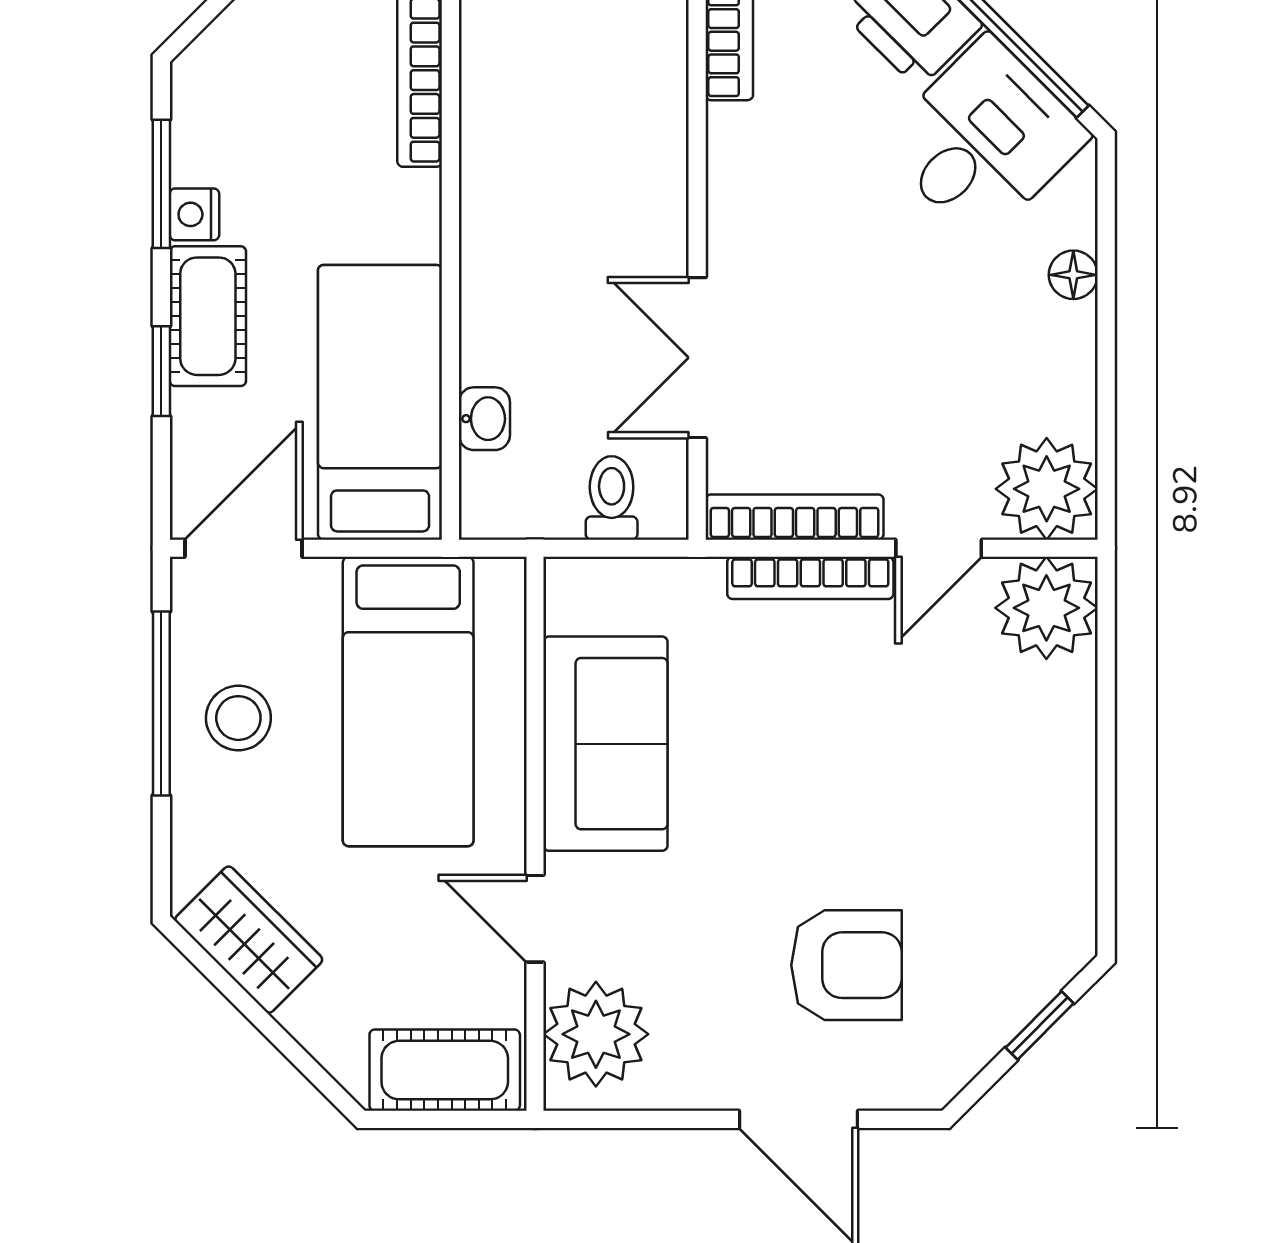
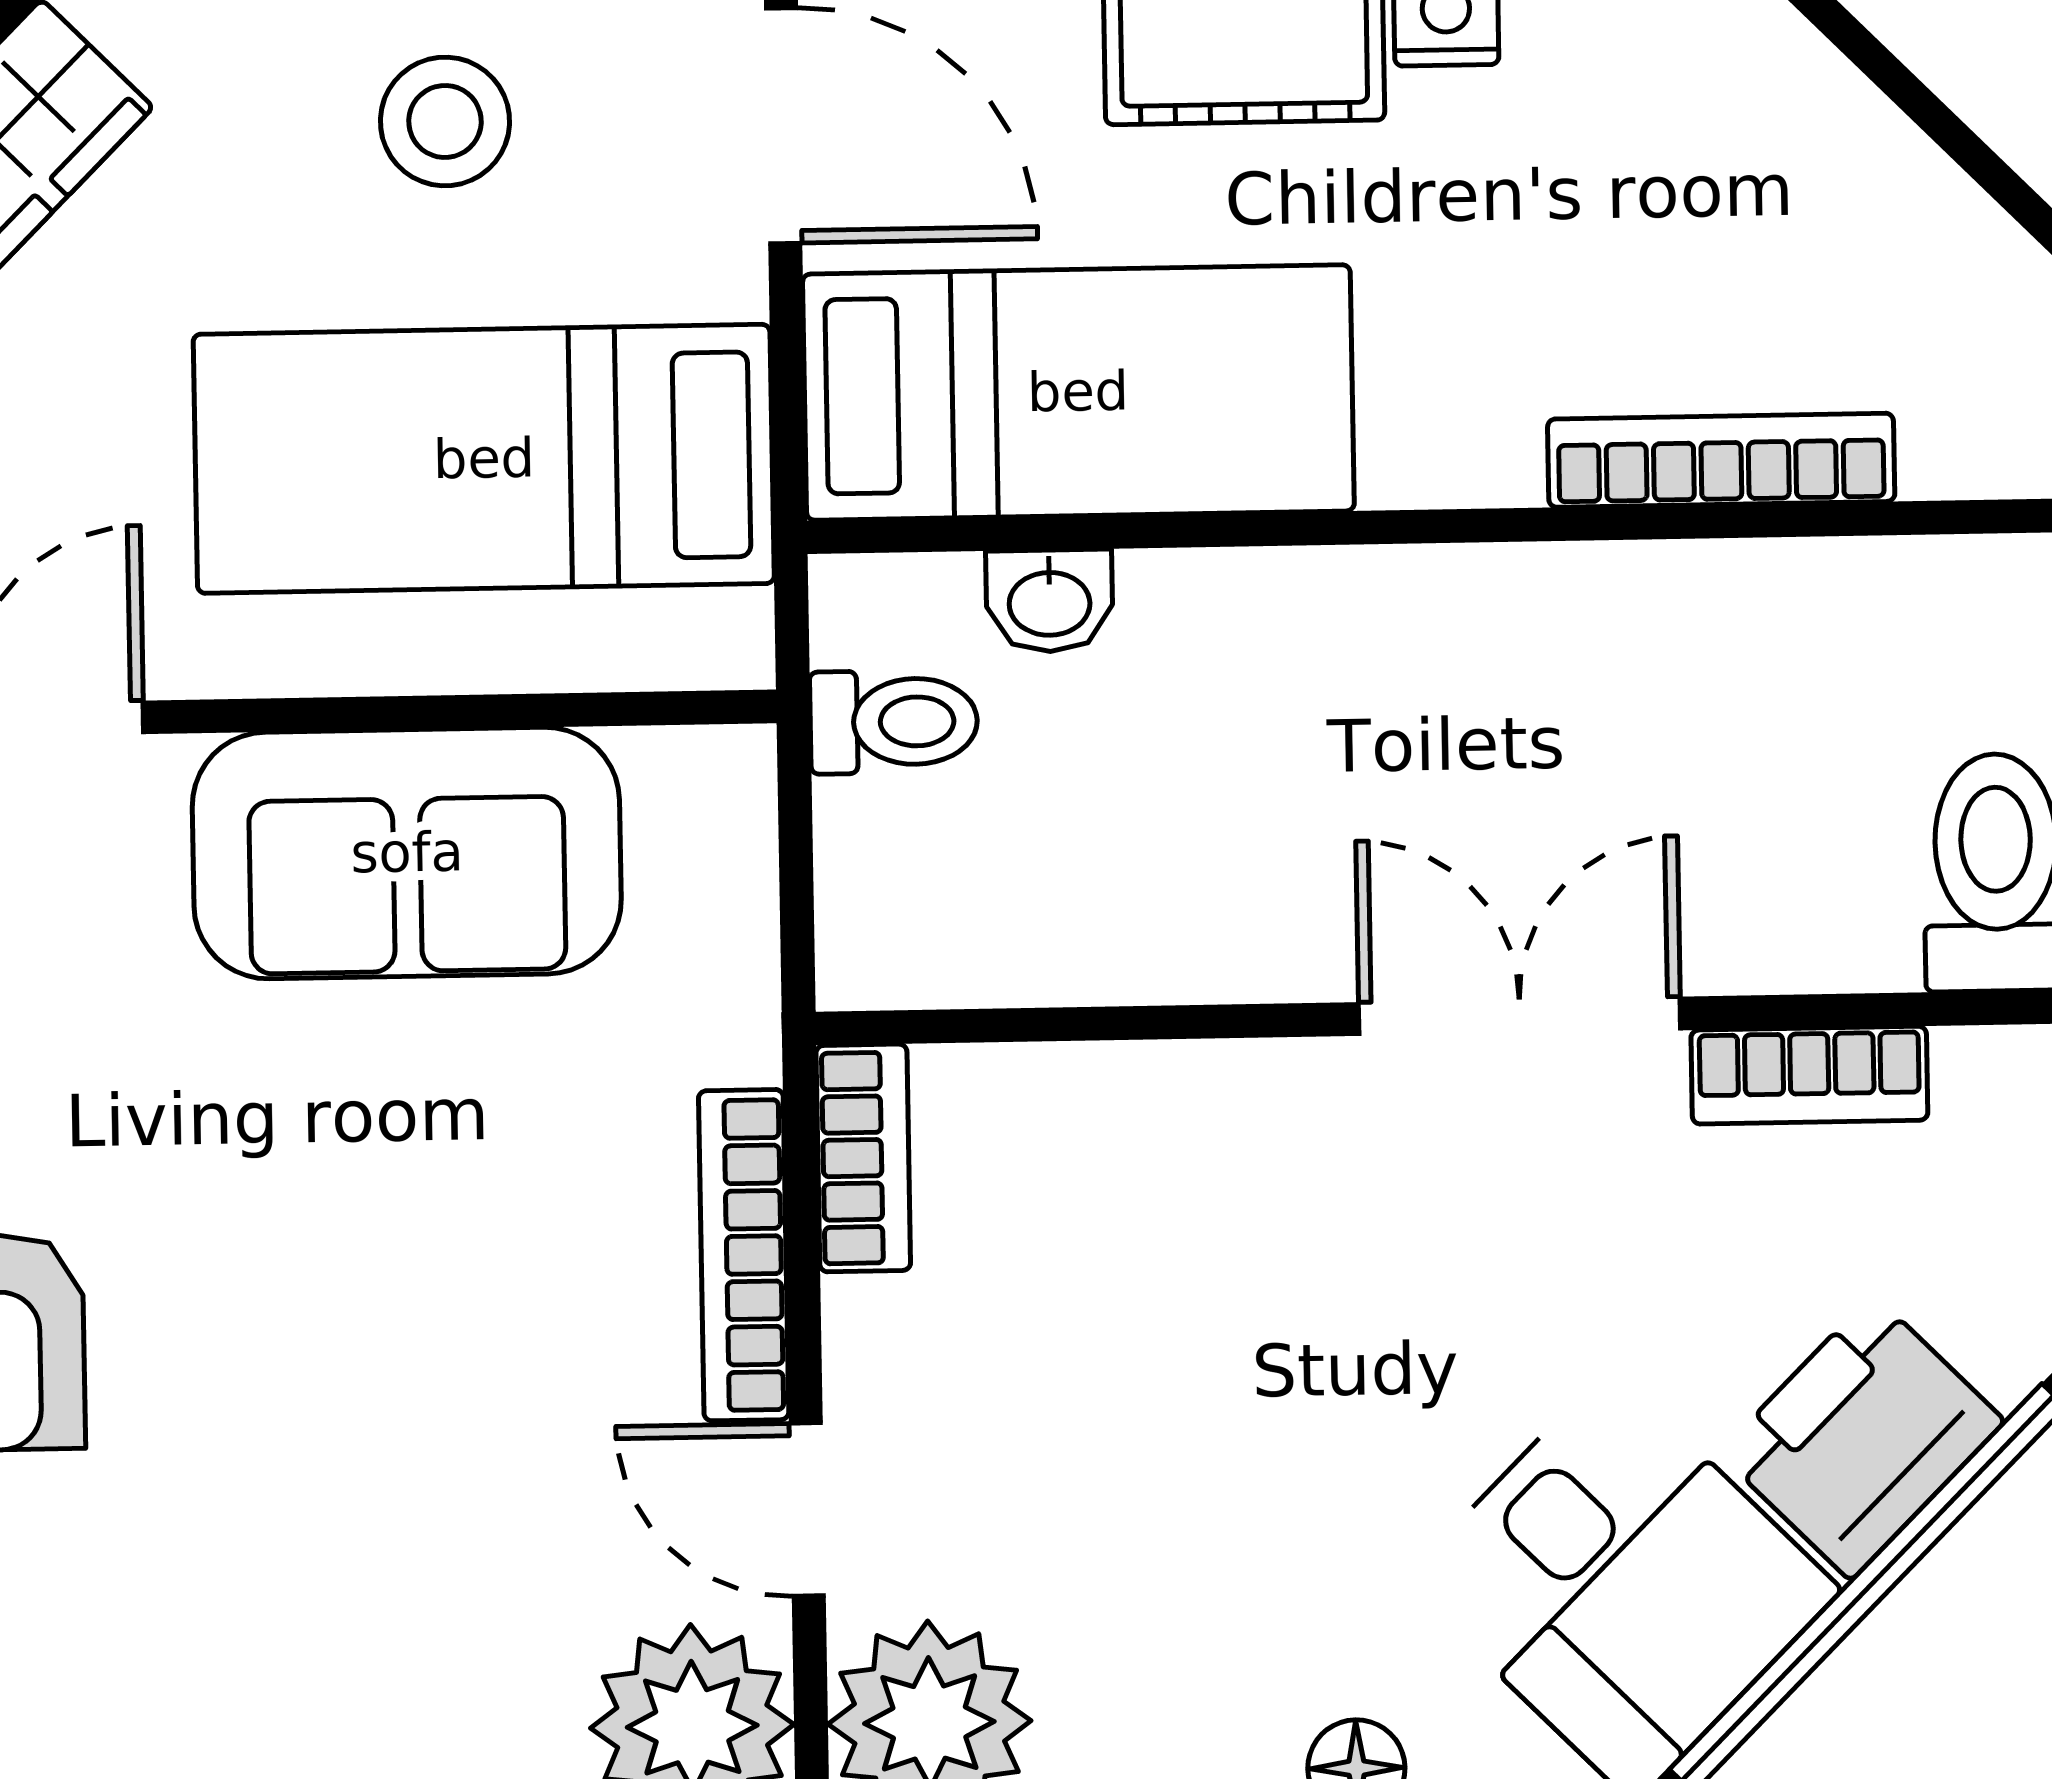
double door: (697, 358) -> (1520, 1016), moved
toilet: (612, 498) -> (894, 722), moved
bookcase: (795, 517) -> (863, 1158), width x0.64

